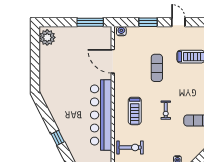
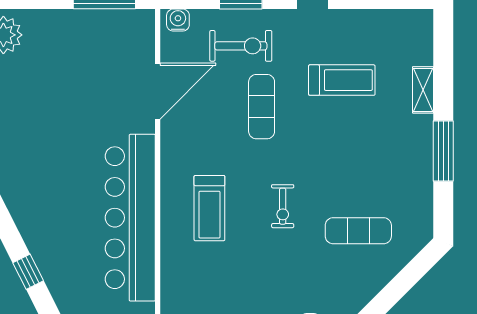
door: (113, 61) -> (158, 91), swing flipped
exercise bike: (130, 147) -> (241, 46), moved

